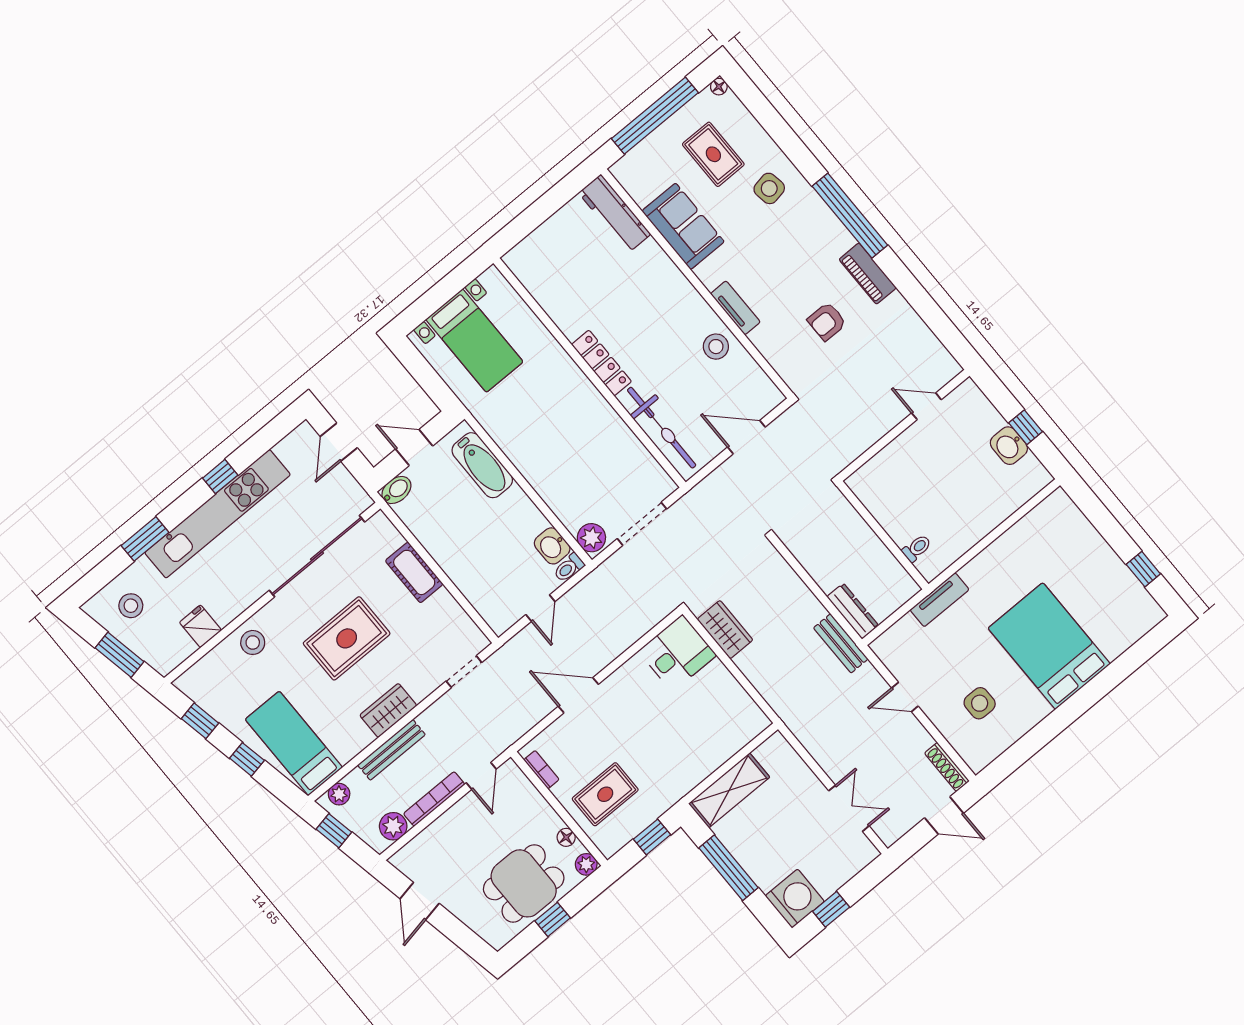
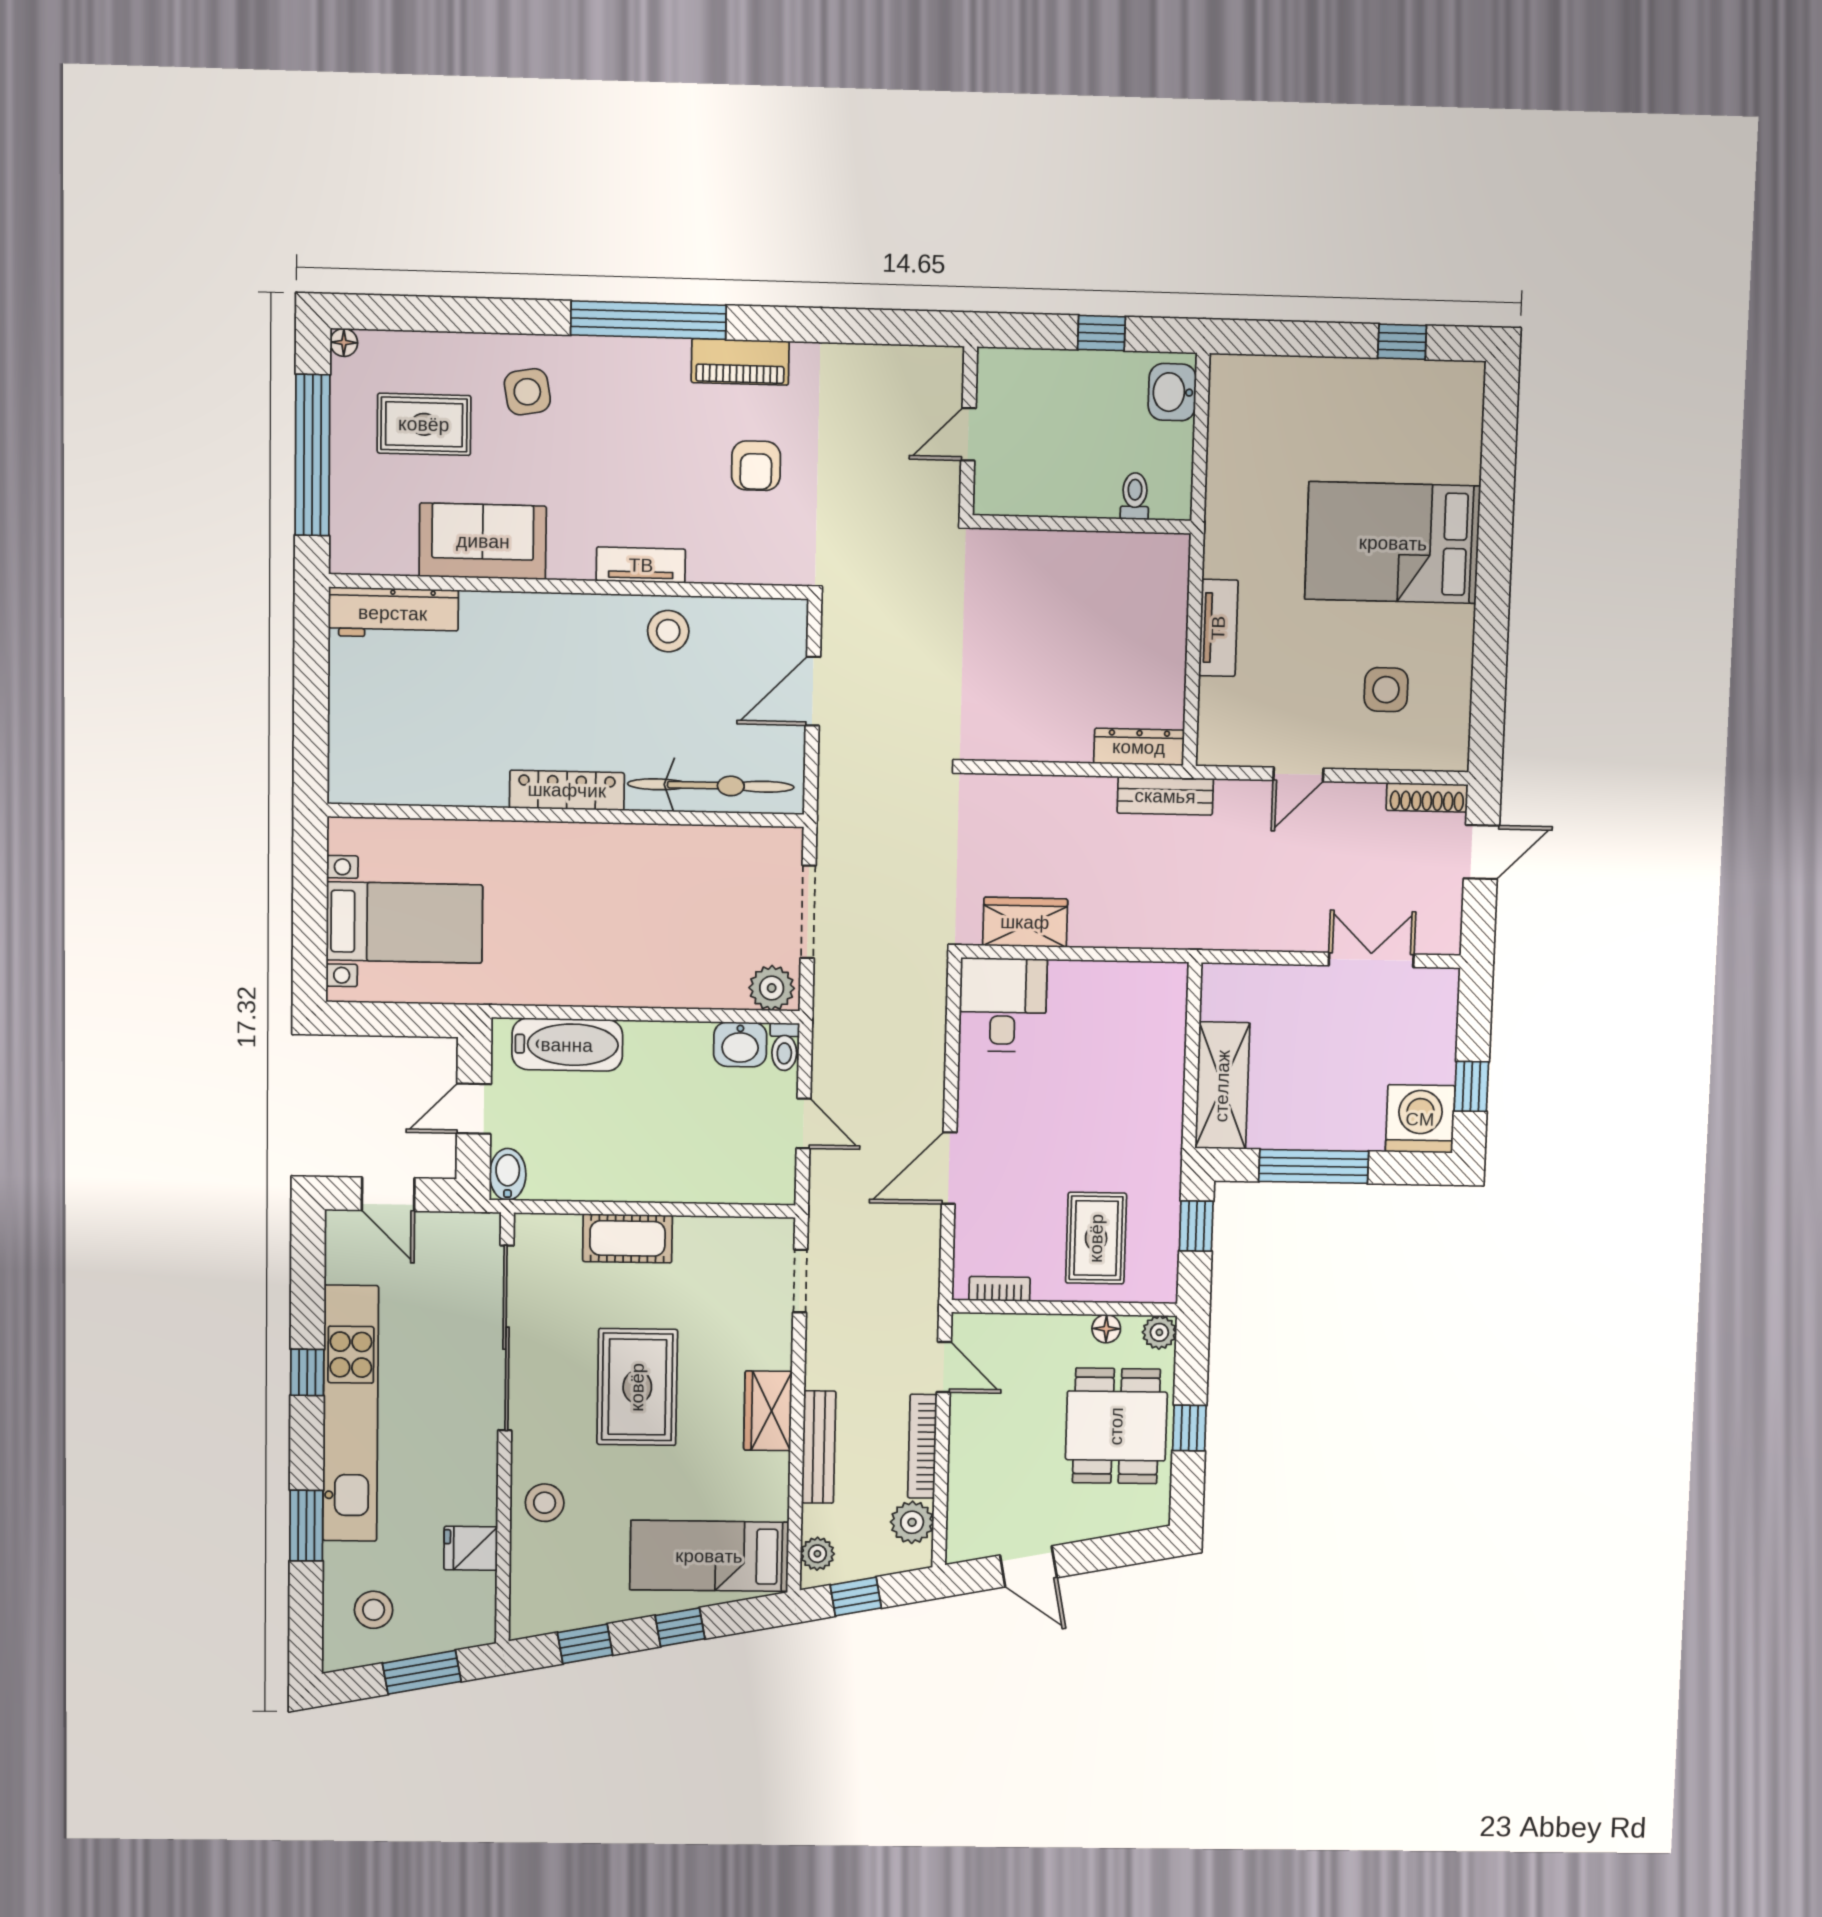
washbasin: (1009, 446) -> (1172, 392), moved, turned 90
wall: (883, 535) -> (1082, 524), moved
toilet: (917, 548) -> (1135, 496), moved

